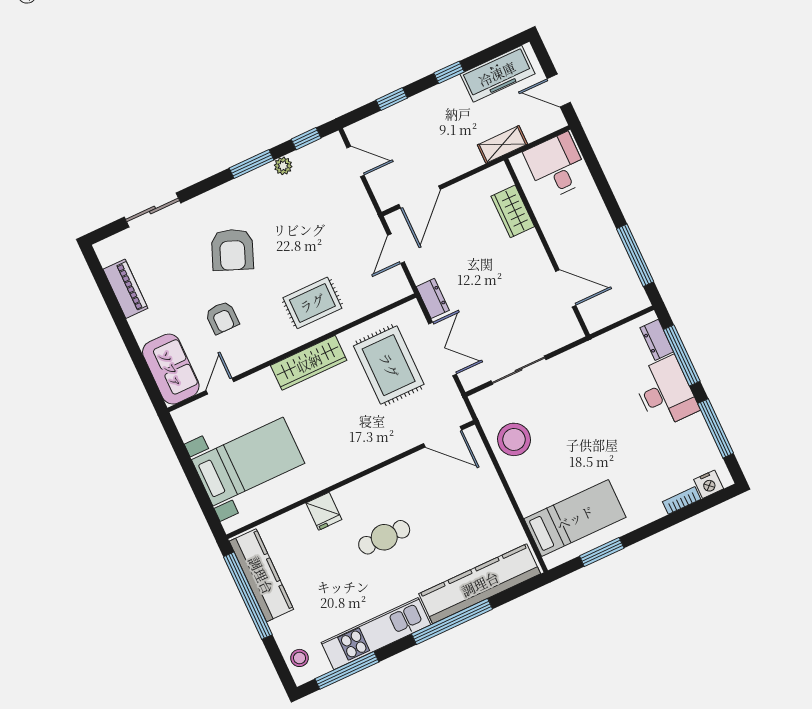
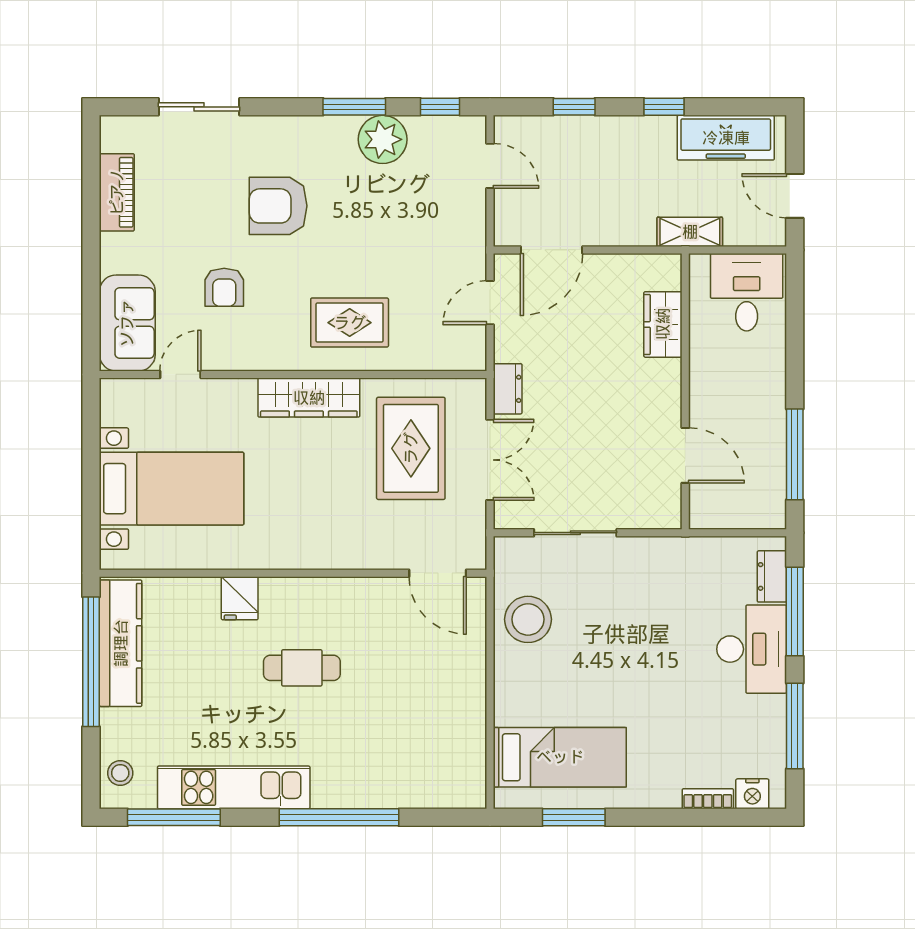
plant: (283, 166) -> (383, 139), width x1.87, depth x1.87
armchair: (232, 250) -> (278, 206), turned 68
kitchen counter: (480, 584) -> (397, 785), removed

